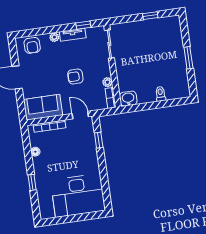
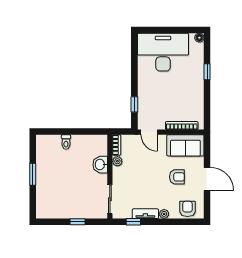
window: (150, 16) -> (78, 222), moved
armchair: (75, 77) -> (177, 177), moved
washbasin: (128, 99) -> (100, 165), moved, turned 90
floor lamp: (35, 152) -> (199, 38), moved

